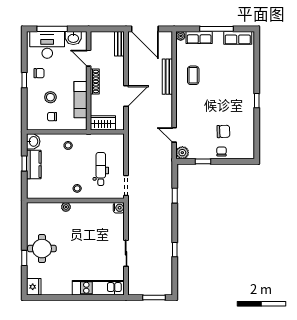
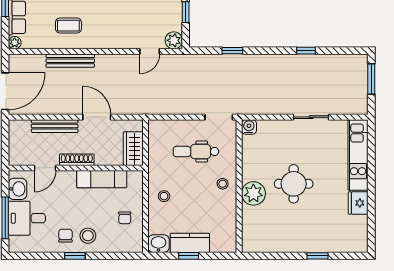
bench: (119, 44) -> (55, 126), moved, width x1.36
desk: (47, 45) -> (27, 218), width x0.73
stool: (50, 97) -> (88, 236), moved
plant: (66, 207) -> (253, 193), width x1.88, depth x1.88
round table: (42, 249) -> (294, 184), moved
fridge: (34, 287) -> (358, 203), moved, turned -90

